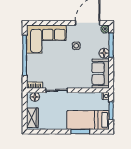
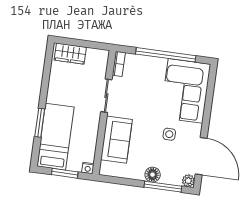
sofa: (101, 74) -> (117, 140), moved, turned 90
floor lamp: (35, 97) -> (101, 62), removed

